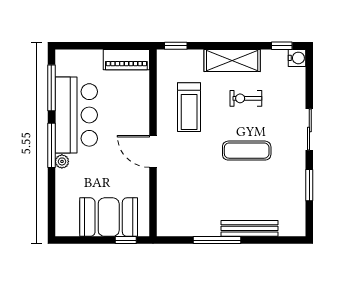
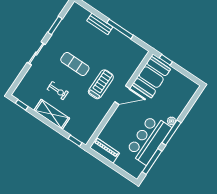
water cooler: (297, 58) -> (18, 94), removed
treadmill: (189, 107) -> (101, 84), moved
door: (153, 151) -> (122, 95), hinge flipped
booth: (109, 217) -> (151, 77), moved, turned 90
bench: (249, 228) -> (100, 24), width x0.73

